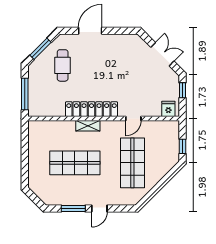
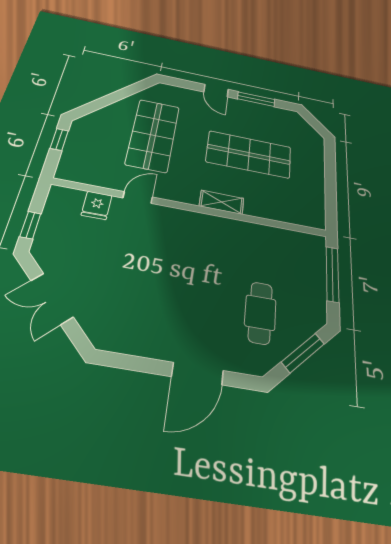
locker: (91, 109) -> (212, 227), removed
fridge: (168, 109) -> (97, 205), moved
door: (99, 209) -> (216, 91), swing flipped

